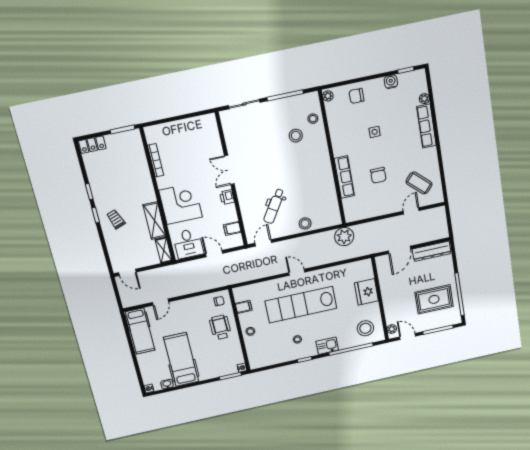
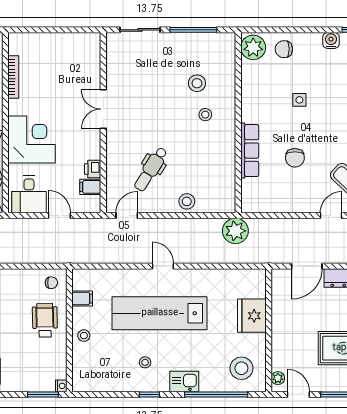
plant: (328, 96) -> (253, 47), width x1.88, depth x1.88
stool: (313, 119) -> (205, 115), moved
printer: (227, 197) -> (93, 169), moved

